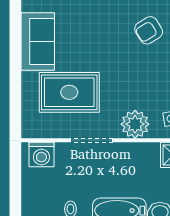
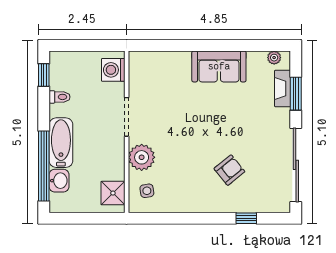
armchair: (149, 30) -> (229, 170), turned 83
rug: (69, 92) -> (171, 96), removed

